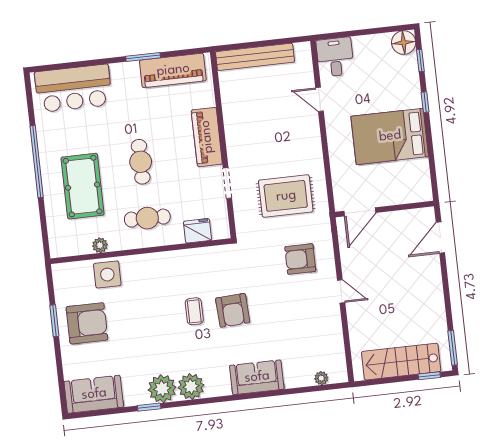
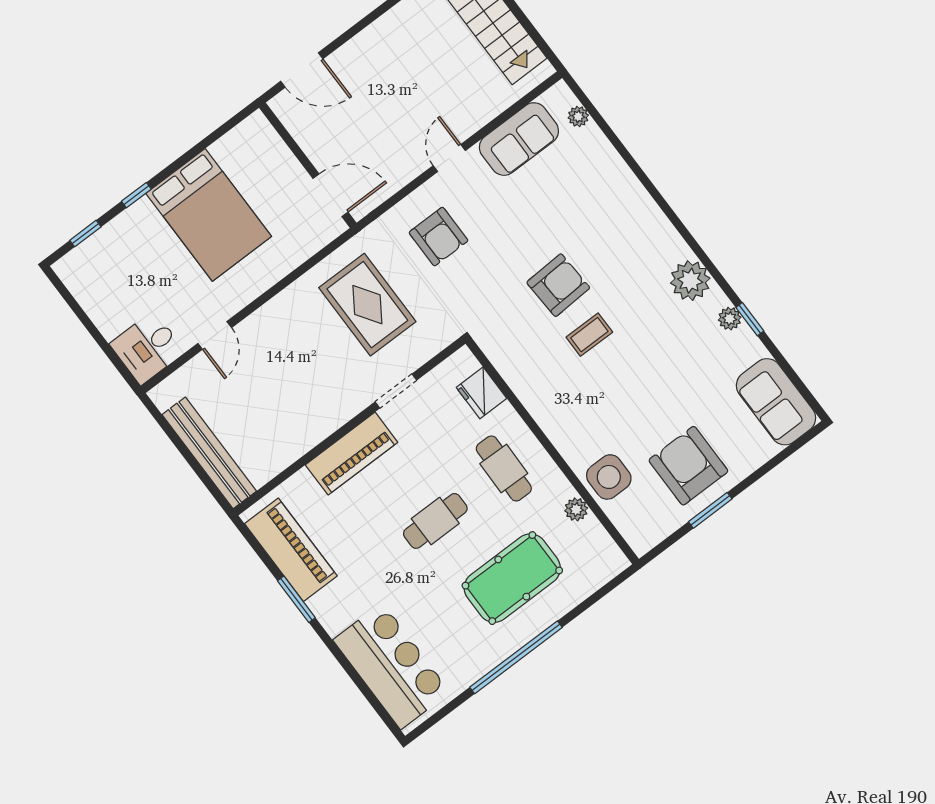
floor lamp: (404, 43) -> (75, 270), removed
sofa: (257, 377) -> (519, 139), moved, turned -90
plant: (162, 389) -> (730, 319), width x0.53, depth x0.53

